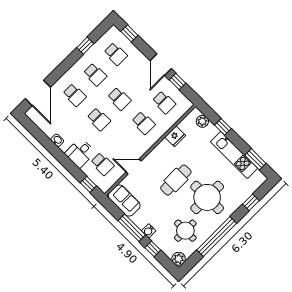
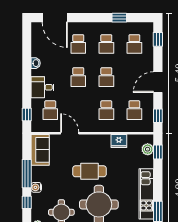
window: (178, 82) -> (158, 116), moved
door: (38, 93) -> (55, 18), hinge flipped
window: (223, 127) -> (158, 152), moved

